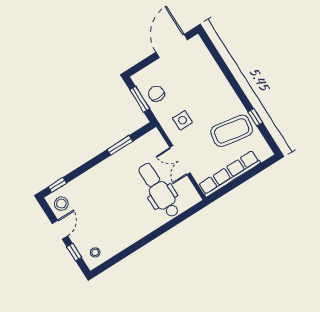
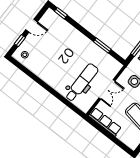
double door: (180, 160) -> (107, 89), swing flipped
row of seats: (229, 174) -> (105, 122), width x0.73
stool: (61, 204) -> (49, 20), removed

